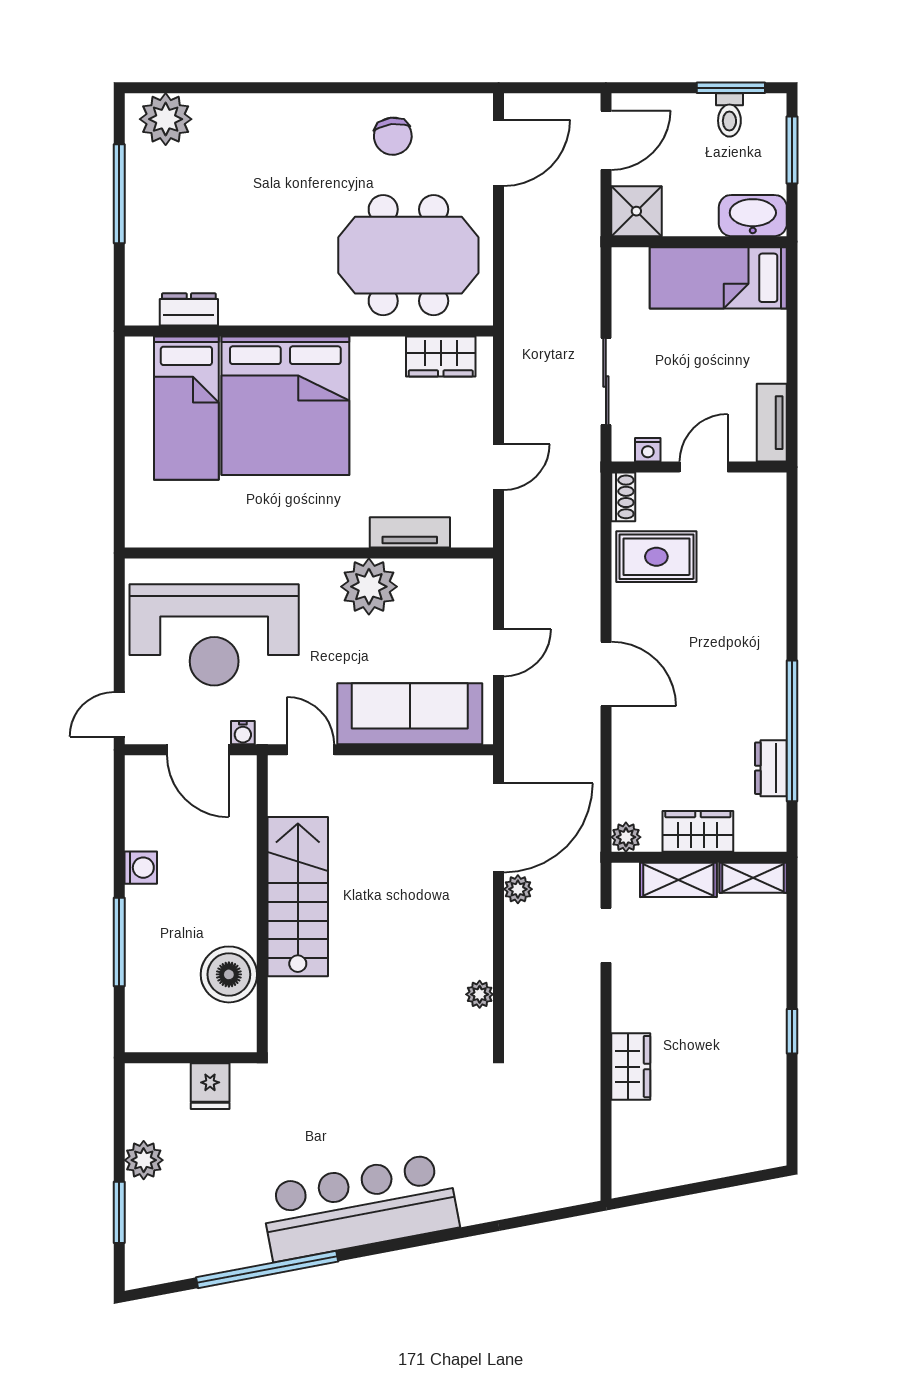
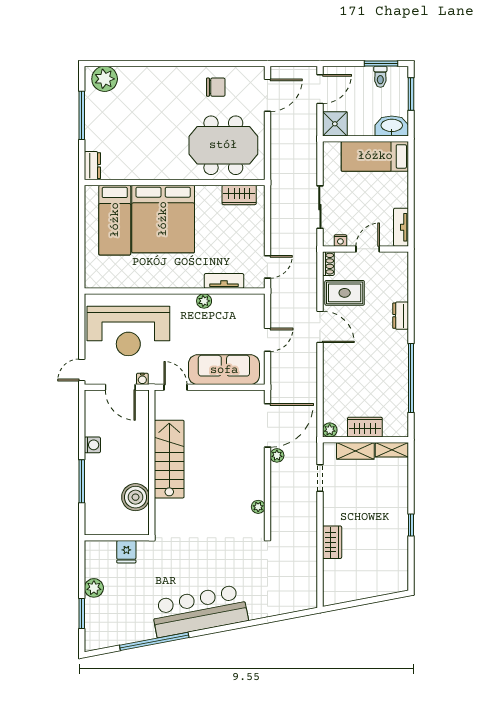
chair: (393, 136) -> (216, 87), turned -83
dresser: (189, 309) -> (92, 166), moved, turned 90
door: (499, 467) -> (267, 267), moved
plant: (369, 587) -> (204, 301), width x0.53, depth x0.53
door: (606, 674) -> (320, 327), moved
dresser: (771, 768) -> (401, 316), moved

